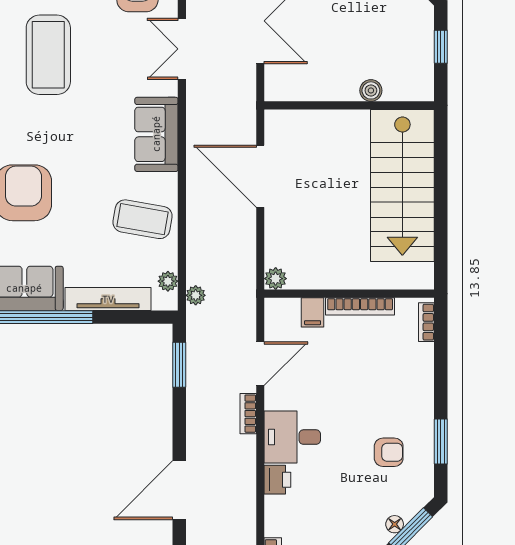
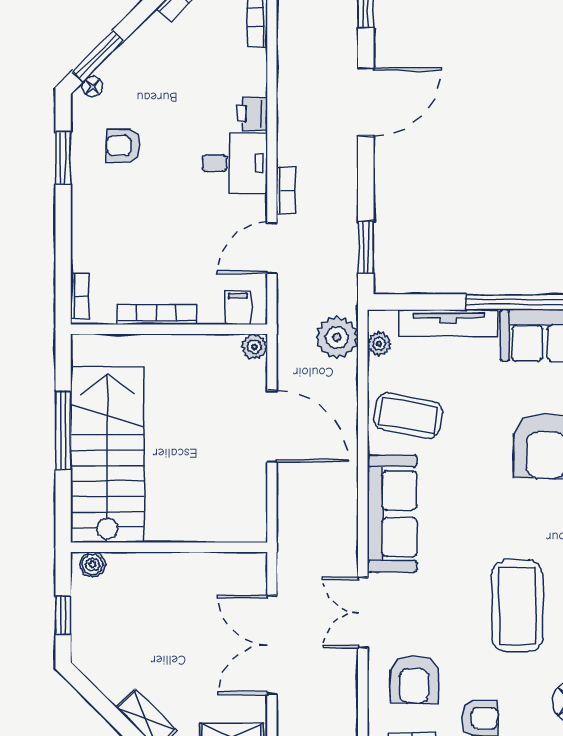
double door: (182, 49) -> (363, 613), swing flipped
boiler: (371, 90) -> (93, 564), moved
sofa: (156, 134) -> (392, 514), width x1.36
door: (260, 176) -> (272, 426), moved
window: (441, 206) -> (63, 430), added
plant: (196, 295) -> (337, 337), width x1.87, depth x1.87
filing cabinet: (313, 312) -> (238, 308), moved
floor lamp: (395, 524) -> (92, 86), moved

